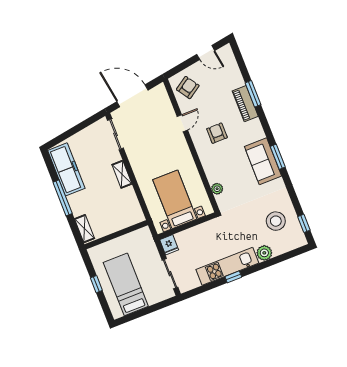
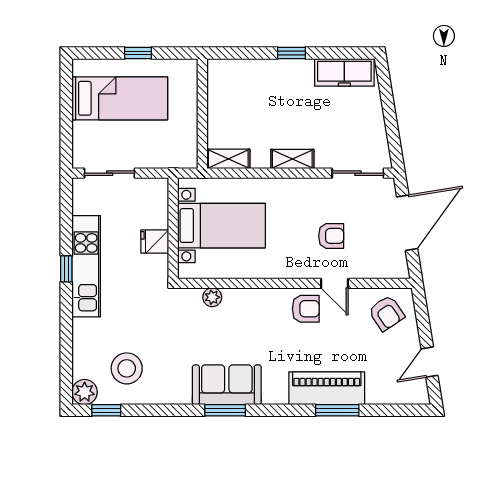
piano: (245, 104) -> (327, 388), width x1.37, depth x1.33
armchair: (217, 133) -> (306, 309), moved
armchair: (157, 136) -> (331, 236), added
freezer: (66, 169) -> (344, 72), width x0.73, depth x0.79
window: (63, 198) -> (292, 53), width x0.46
shelving: (85, 229) -> (228, 159), moved
fridge: (169, 245) -> (155, 241), moved
plant: (264, 253) -> (85, 392), moved

